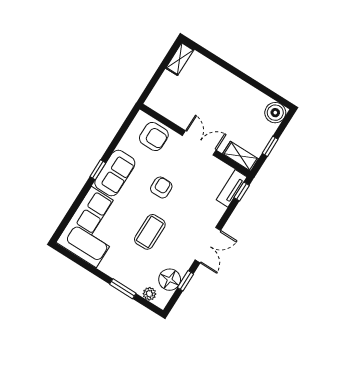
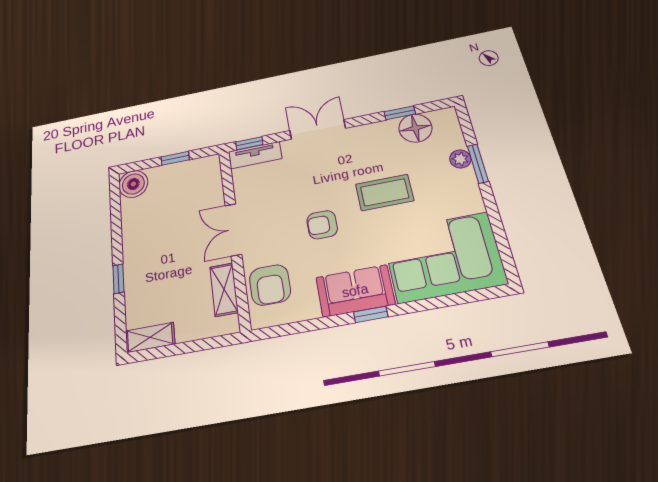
window: (226, 65) -> (118, 279), added
armchair: (154, 137) -> (270, 285), turned 180
shelving: (241, 156) -> (224, 289), moved
double door: (208, 245) -> (318, 129), moved
plant: (149, 294) -> (460, 159), moved

